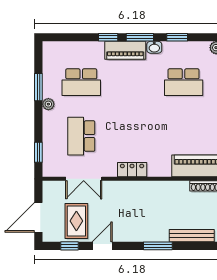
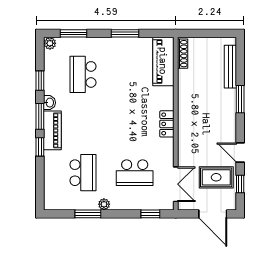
school desk: (184, 82) -> (83, 74), turned 180
double door: (84, 179) -> (176, 184), moved

